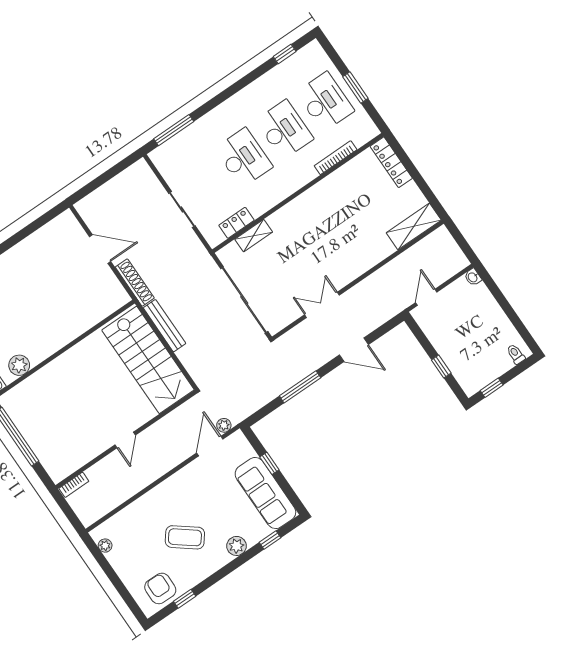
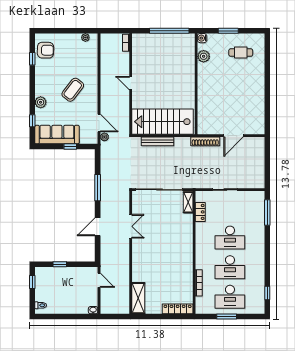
shelving: (254, 236) -> (188, 202), moved
bench: (164, 326) -> (158, 141), moved
coffee table: (185, 537) -> (73, 90), moved

